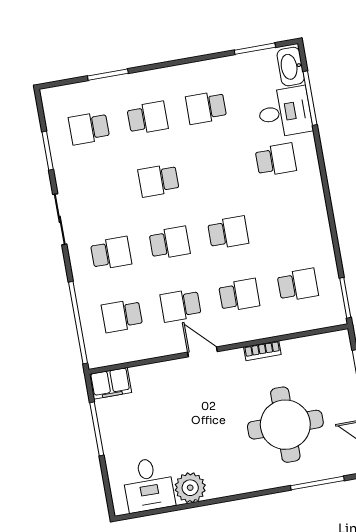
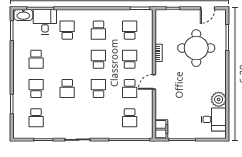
school desk: (111, 253) -> (98, 30), moved, turned 180

